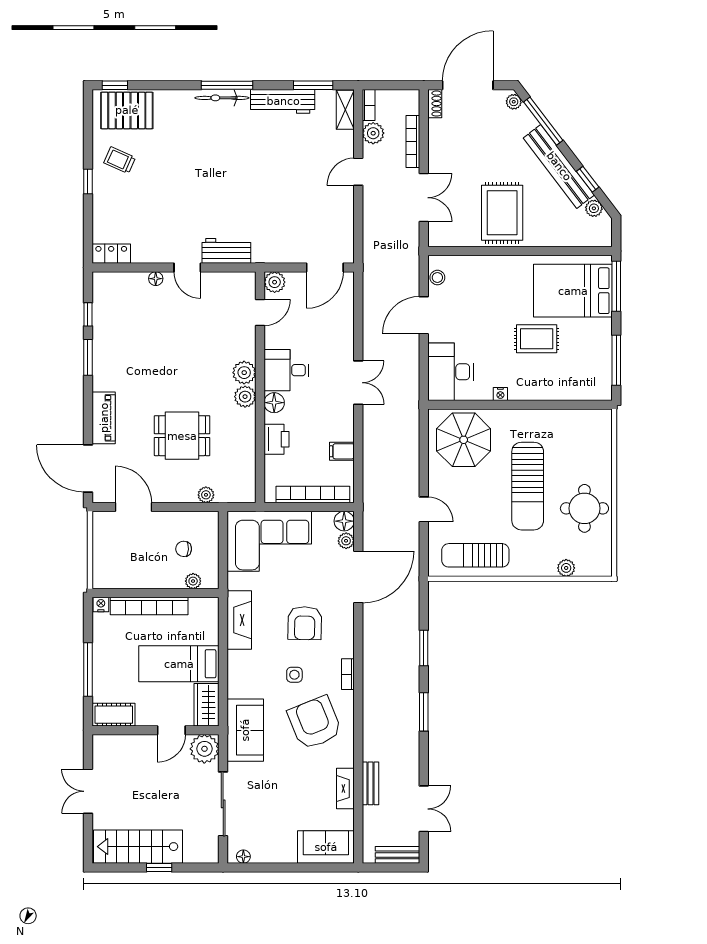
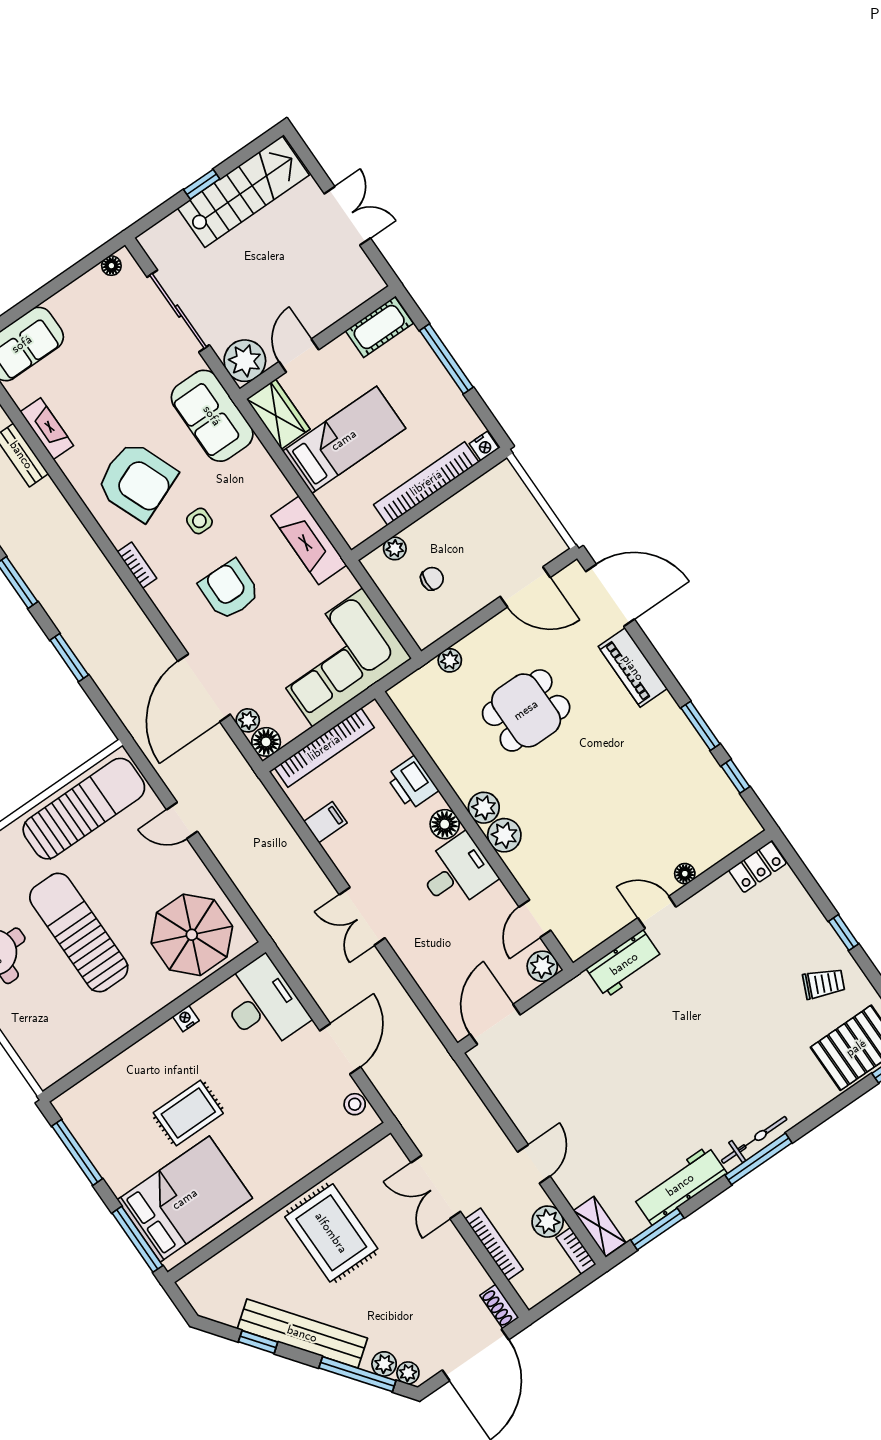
plant: (594, 208) -> (384, 1364), moved
sun lounger: (475, 555) -> (84, 809), width x1.36, depth x1.34

